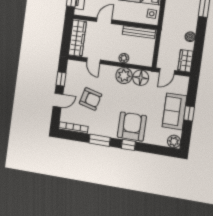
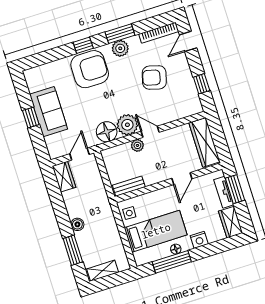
bench: (139, 32) -> (129, 186), width x0.73
boiler: (190, 37) -> (77, 224), moved
door: (93, 61) -> (150, 132), moved
door: (58, 100) -> (188, 41), moved
armchair: (132, 126) -> (90, 69), turned -90
plant: (174, 141) -> (120, 48), moved

